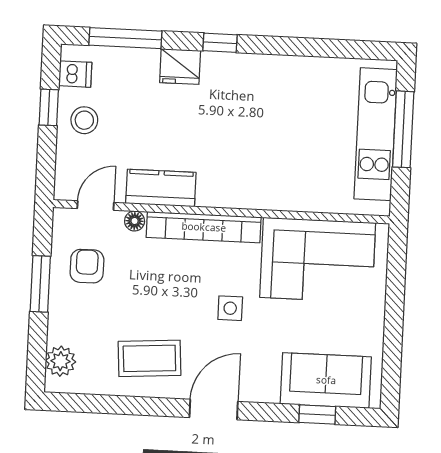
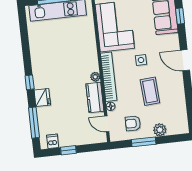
stool: (84, 120) -> (71, 134), removed
plant: (208, 196) -> (95, 77), added
coffee table: (149, 358) -> (150, 91), moved
plant: (61, 361) -> (160, 130), moved

